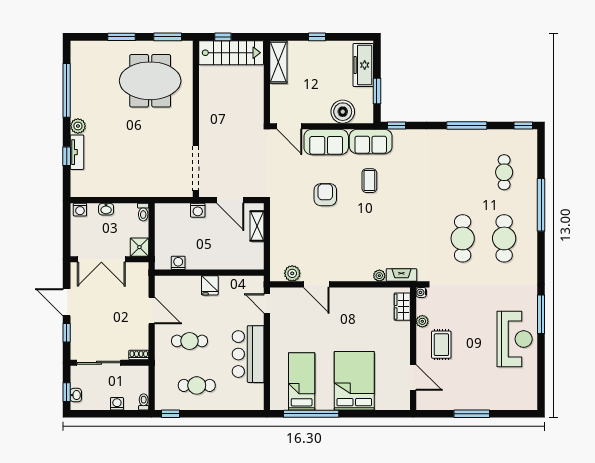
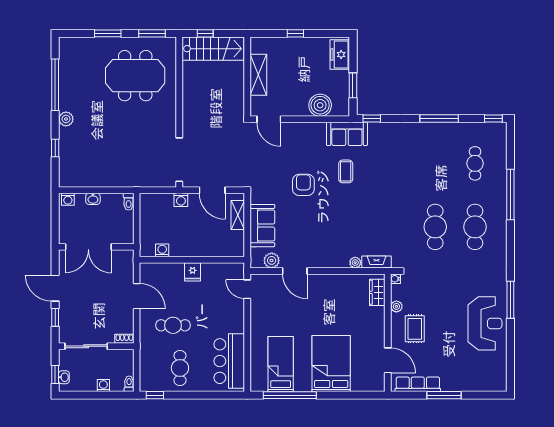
shelving: (278, 62) -> (258, 75), moved
freezer: (363, 65) -> (340, 55), width x0.71
sofa: (326, 142) -> (262, 226), moved, turned -90
tv unit: (77, 152) -> (65, 144), removed
shower: (139, 247) -> (125, 235), removed
bar counter: (248, 354) -> (229, 361), moved
cafe table: (197, 385) -> (180, 368), turned 90
row of seats: (445, 402) -> (418, 384), added

